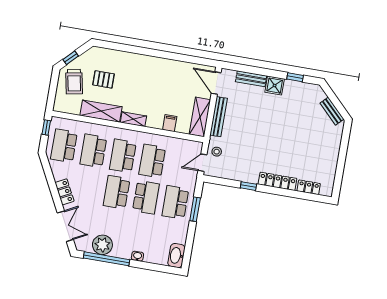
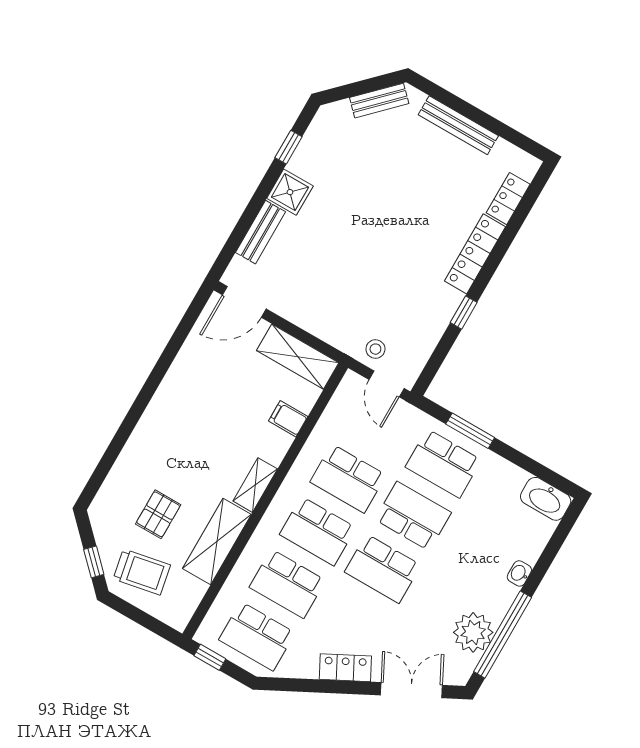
bench: (219, 117) -> (458, 125), moved

